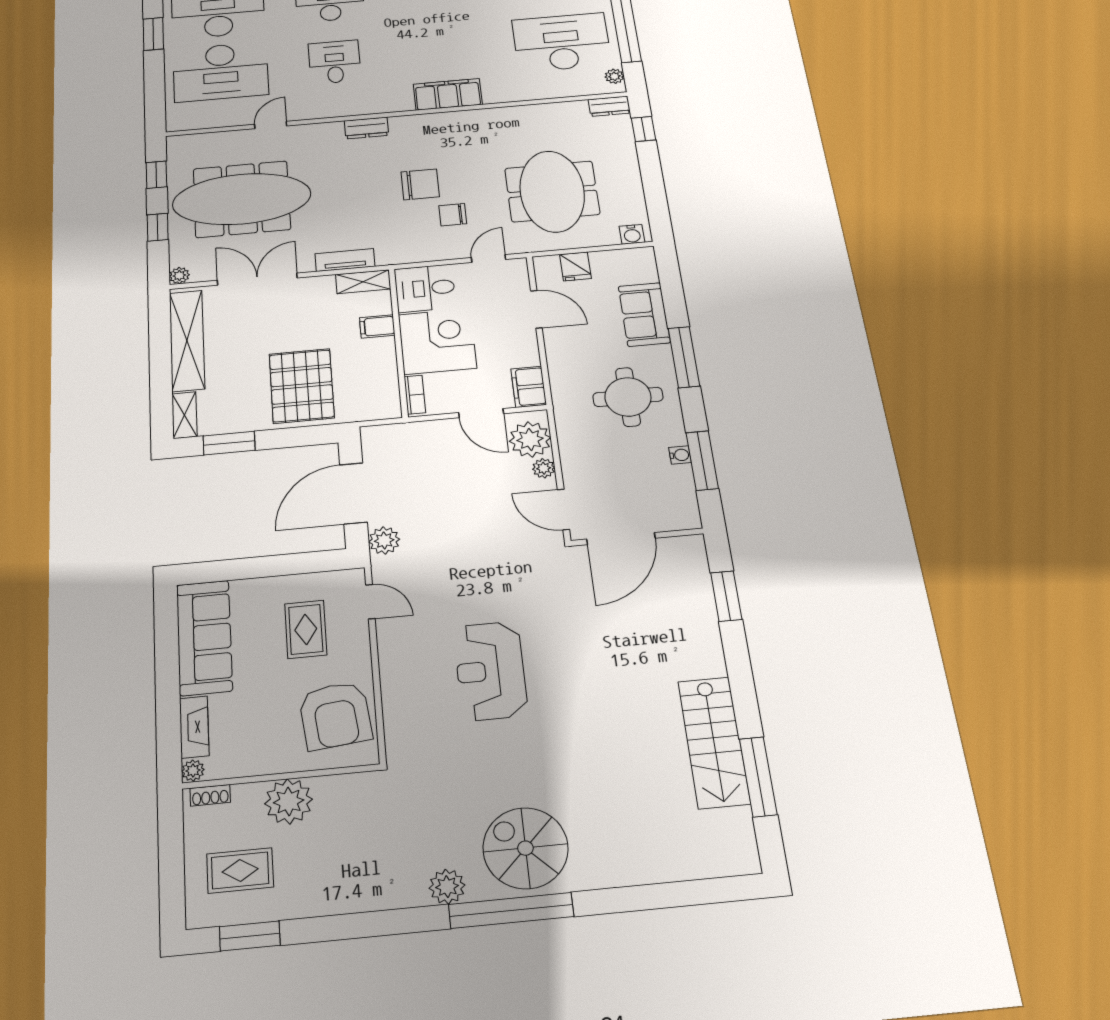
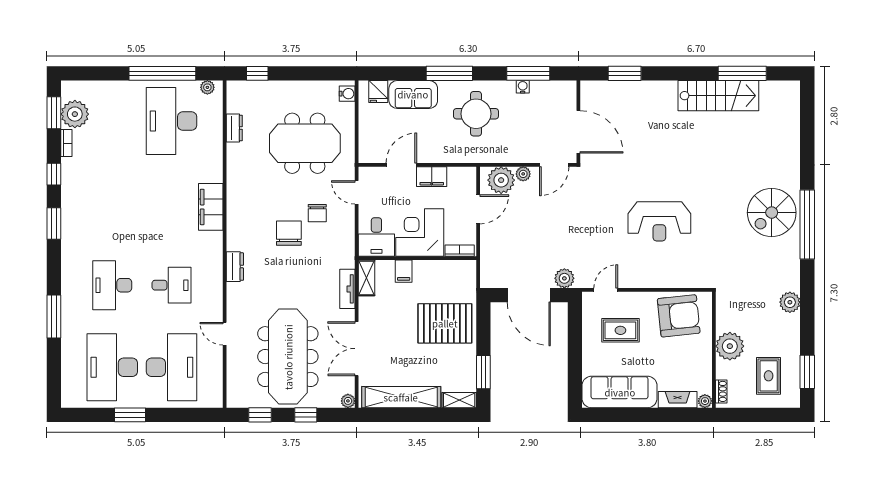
desk: (335, 62) -> (172, 285), turned 180
dresser: (609, 106) -> (234, 128), moved
fridge: (575, 266) -> (378, 92), moved, turned 90
filing cabinet: (529, 387) -> (432, 177), moved
plant: (447, 887) -> (790, 302), moved

